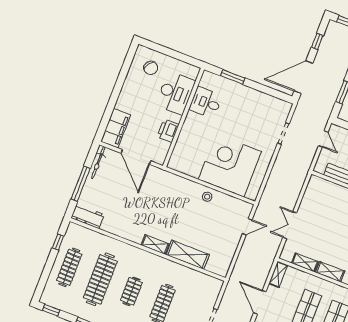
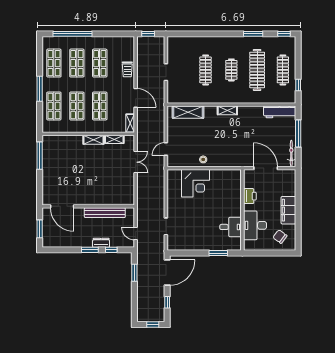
filing cabinet: (116, 128) -> (288, 210), moved
corner desk: (230, 166) -> (196, 183), width x0.74, depth x0.74
workbench: (88, 216) -> (280, 112), width x1.38
shelving: (188, 255) -> (188, 112), moved

